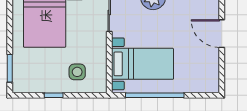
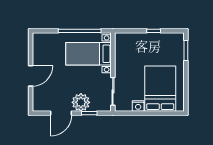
door: (222, 34) -> (31, 76), hinge flipped
side table: (77, 72) -> (136, 48), removed

